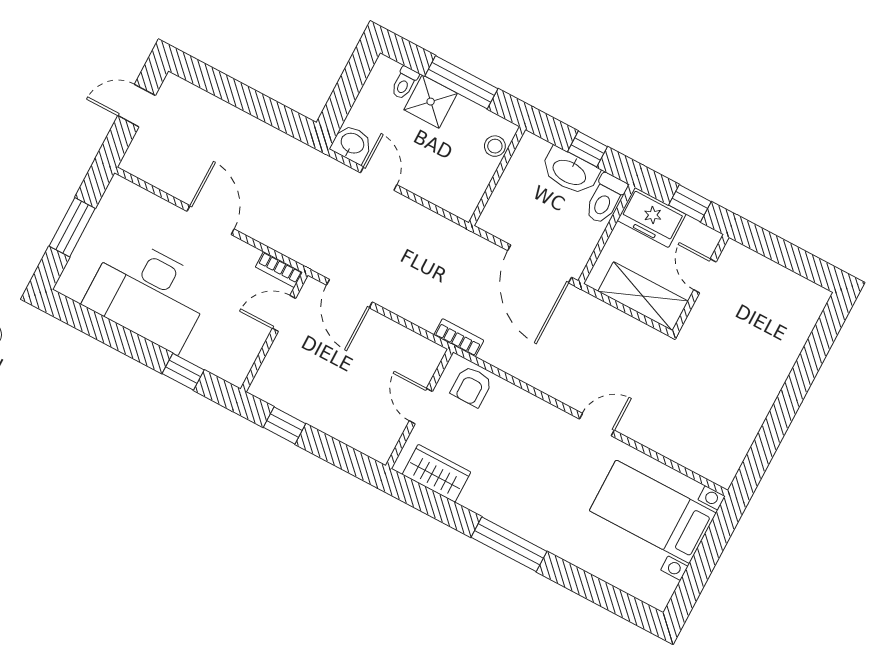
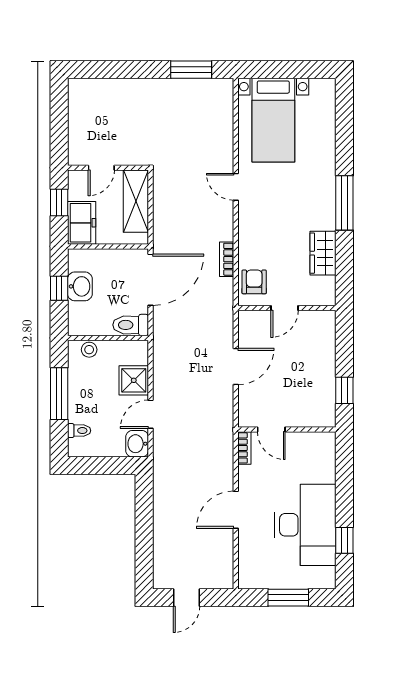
shower: (431, 102) -> (134, 380), moved
door: (137, 106) -> (186, 598), hinge flipped
washbasin: (570, 172) -> (80, 286), width x0.72
toilet: (605, 199) -> (131, 325), moved, turned 180
door: (349, 294) -> (236, 367), moved
bookcase: (459, 338) -> (227, 259), moved
window: (183, 372) -> (344, 540), moved
armchair: (471, 386) -> (254, 282), turned -90
window: (765, 445) -> (191, 70), added
wardrobe: (436, 473) -> (323, 253), moved

